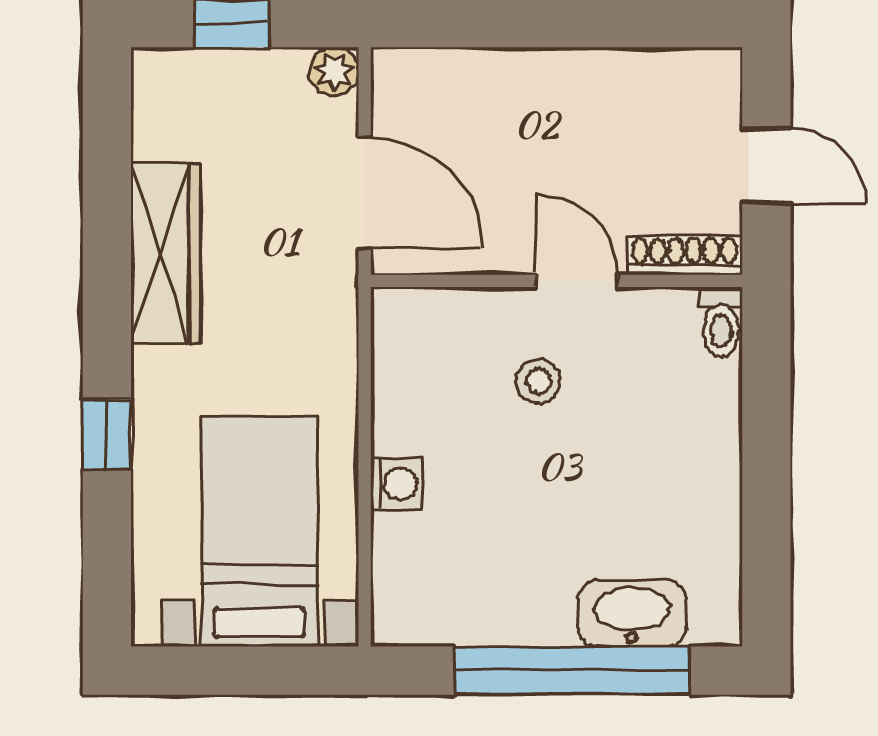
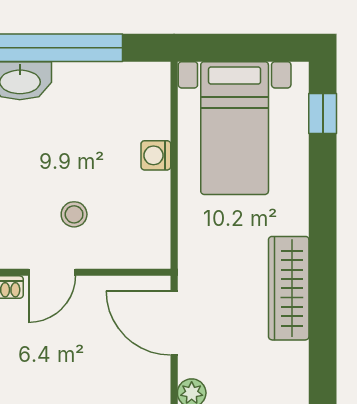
door: (576, 281) -> (52, 272), hinge flipped
window: (107, 434) -> (323, 114), moved

